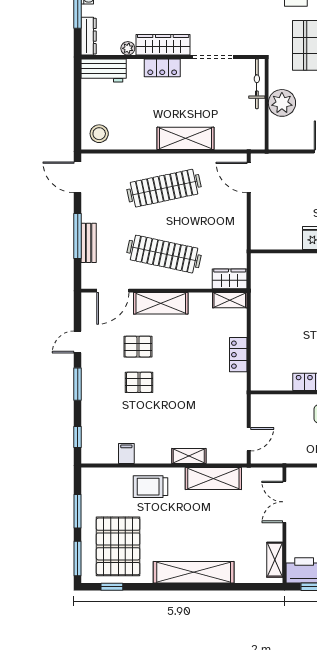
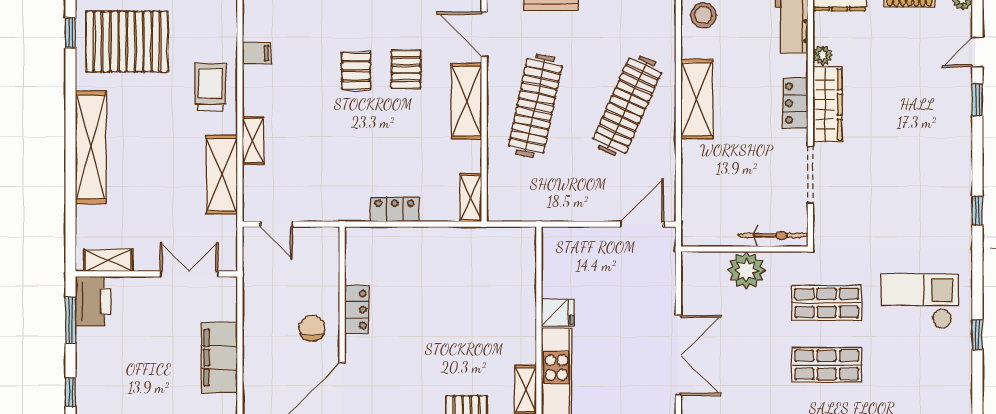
shelving: (185, 138) -> (697, 99), moved
clothes rail: (164, 188) -> (627, 106), turned 36
wardrobe: (230, 279) -> (501, 197), removed

